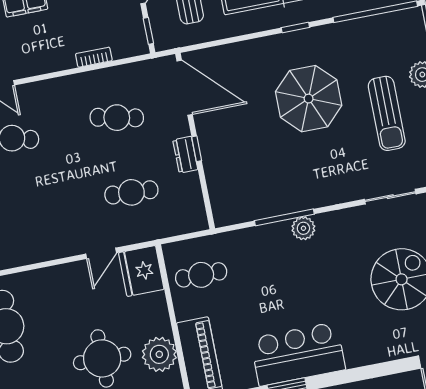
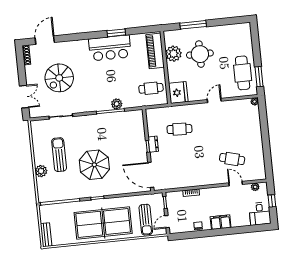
cafe table: (117, 118) -> (183, 164), removed
plant: (303, 228) -> (117, 104), moved
door: (101, 253) -> (214, 100), moved

